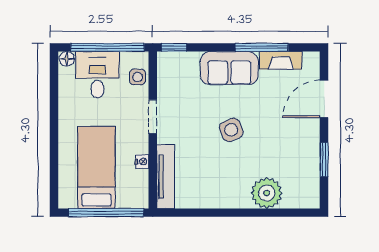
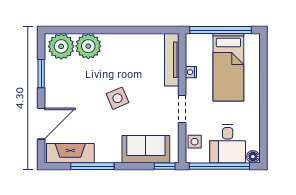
fireplace: (281, 60) -> (70, 153), width x1.37, depth x1.32
sofa: (229, 68) -> (146, 149), moved
plant: (300, 193) -> (61, 46), added

